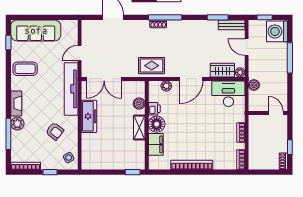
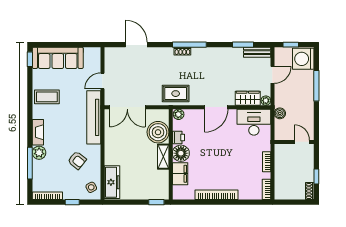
window: (8, 42) -> (30, 59), moved
door: (247, 47) -> (272, 75), swing flipped
plant: (166, 86) -> (179, 114), moved
boiler: (139, 104) -> (158, 132), width x1.86, depth x1.86
freezer: (89, 116) -> (112, 182), moved

